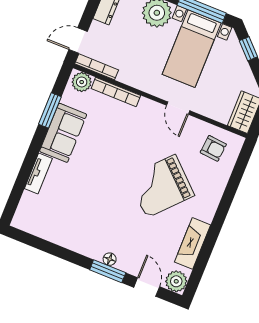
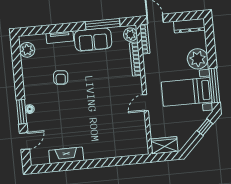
window: (50, 110) -> (103, 24), width x1.44
armchair: (213, 148) -> (61, 77), moved
grand piano: (161, 186) -> (92, 117), removed
plant: (176, 281) -> (27, 50), moved

